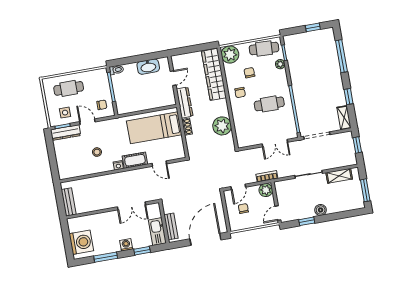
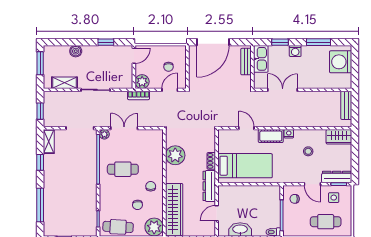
plant: (280, 64) -> (104, 134), moved
wardrobe: (70, 171) -> (339, 137), added
boiler: (321, 210) -> (76, 51), moved

